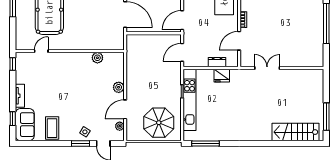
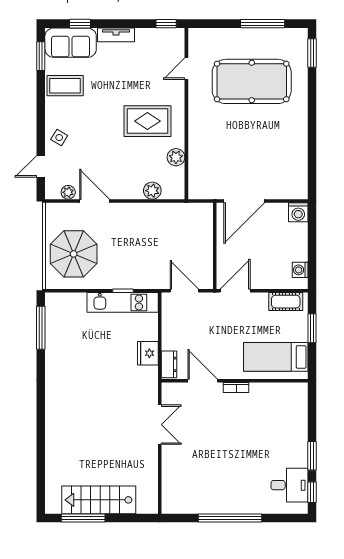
door: (182, 20) -> (235, 291), hinge flipped
door: (41, 51) -> (186, 69), swing flipped
dresser: (217, 62) -> (169, 364), moved
rug: (74, 76) -> (147, 121), added
plant: (119, 87) -> (152, 191), moved
kitchen unit: (190, 100) -> (123, 302), width x0.73
stairs: (295, 132) -> (99, 500), moved, turned -90
window: (80, 144) -> (41, 56), moved

